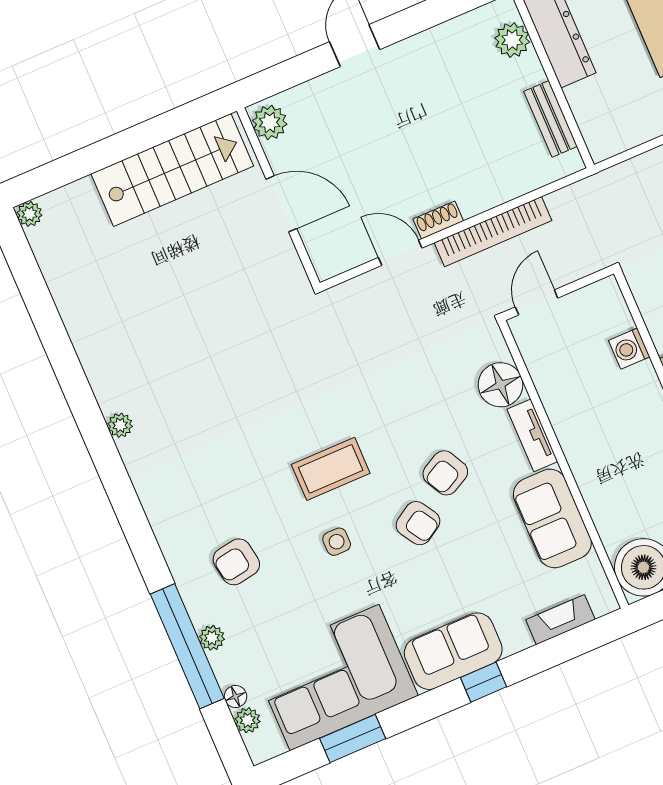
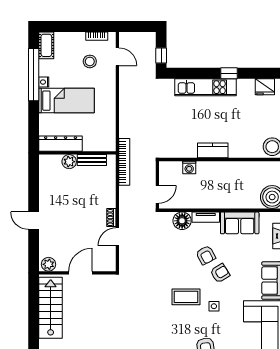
plant: (512, 40) -> (69, 162), moved
bookcase: (493, 232) -> (124, 162), moved
door: (537, 302) -> (157, 194), swing flipped
coffee table: (331, 469) -> (186, 297), turned 90

